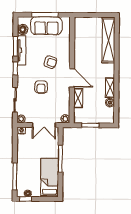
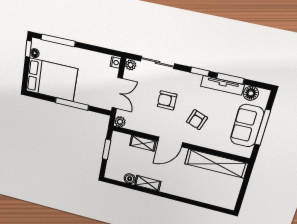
shelving: (108, 40) -> (216, 164), moved
double door: (44, 125) -> (117, 93), swing flipped
bed: (50, 178) -> (51, 80), width x1.50

